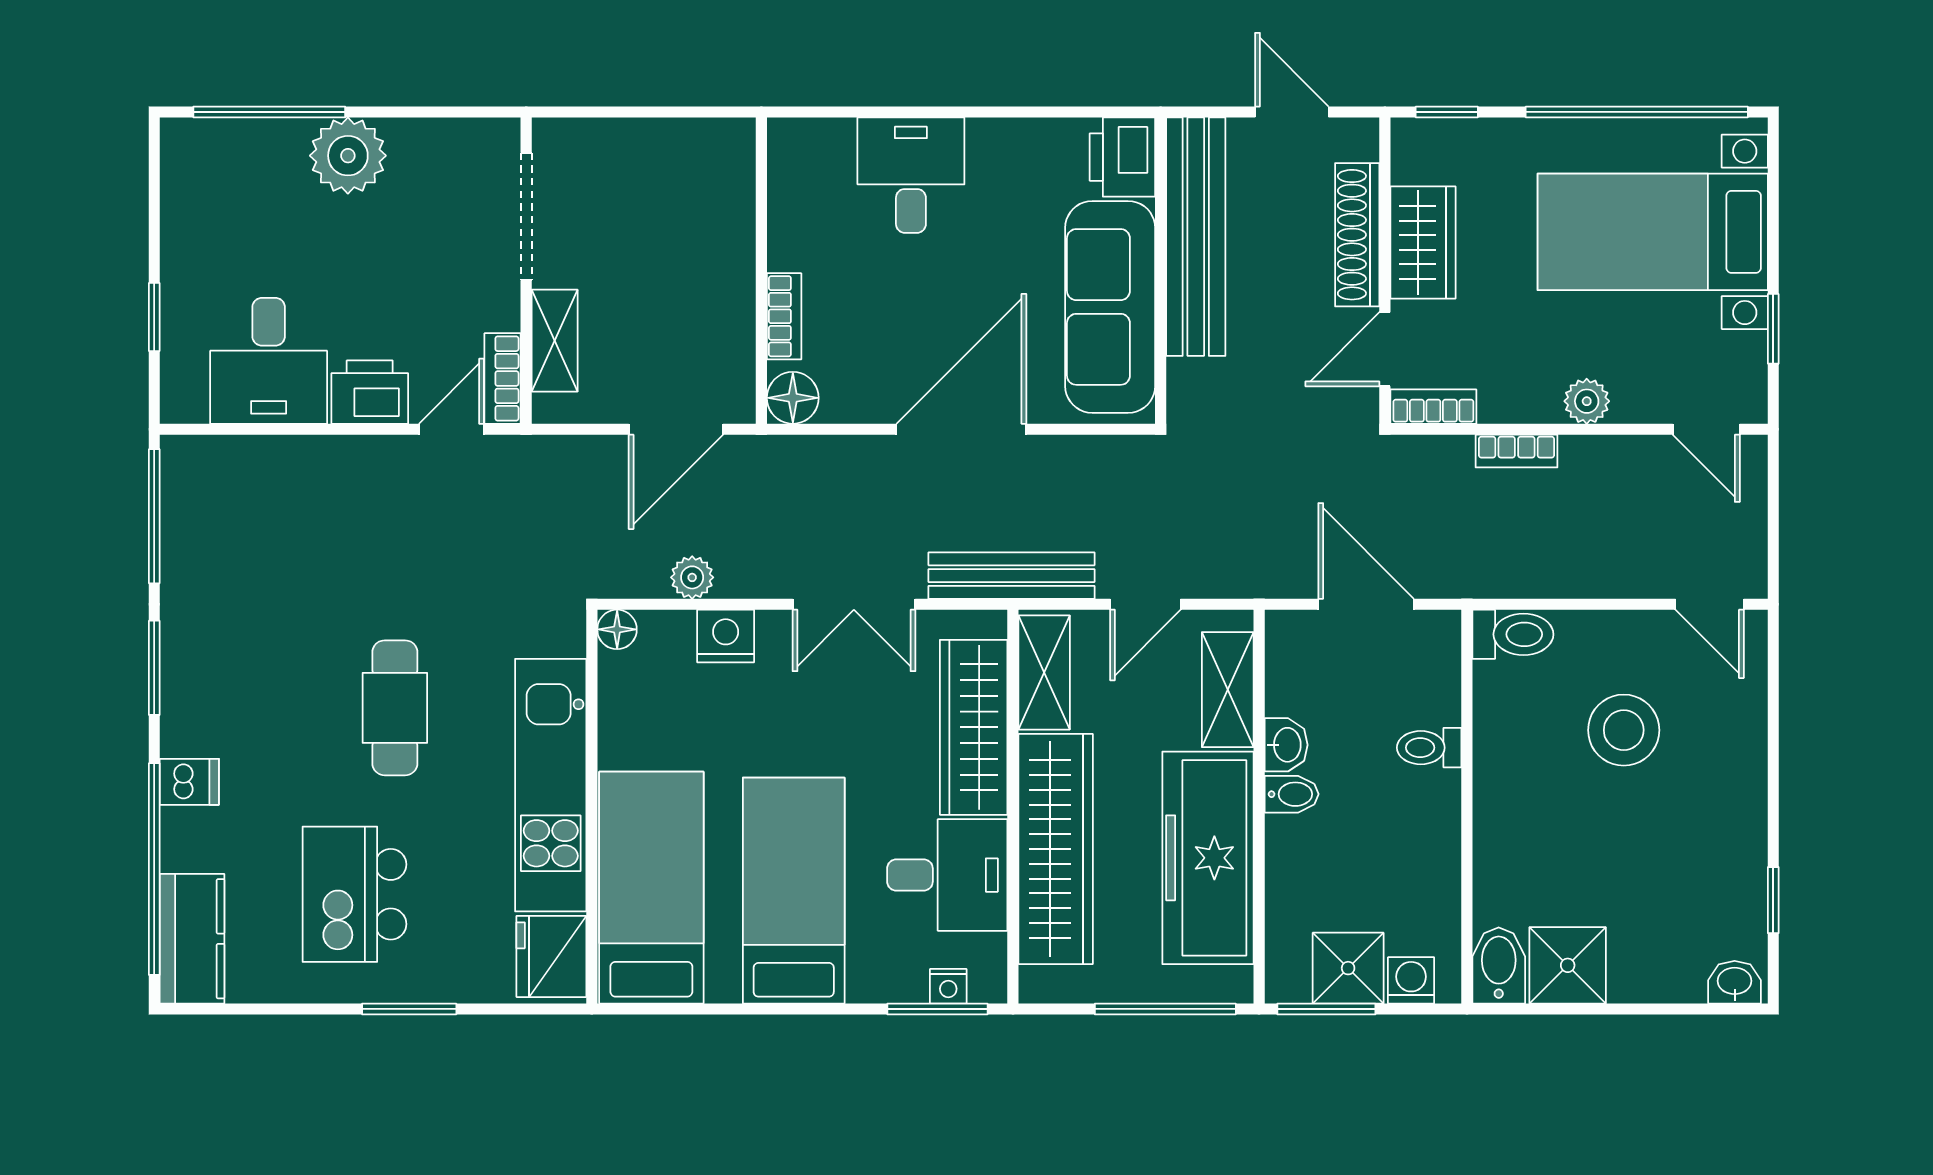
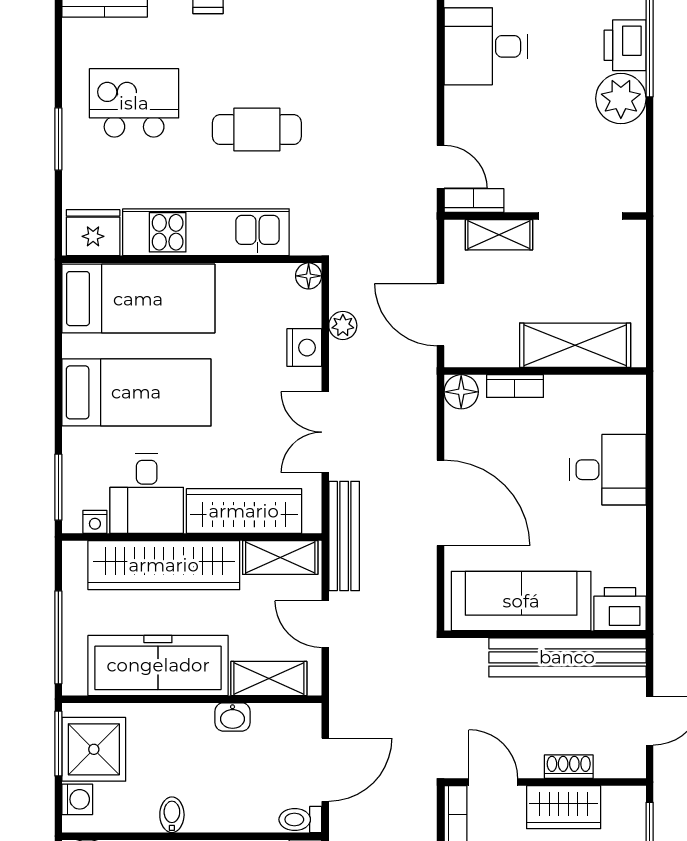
shelving: (722, 225) -> (575, 345), added
shoe rack: (1357, 235) -> (569, 767), width x0.51, depth x0.81
printer: (370, 392) -> (625, 45), moved, turned 180
toilet: (1429, 748) -> (300, 819), moved, turned -90
bidet: (1292, 794) -> (172, 815), moved, turned 180
shower: (1348, 968) -> (94, 749), width x1.36, depth x1.36
nightstand: (948, 986) -> (95, 522), moved, turned -90

